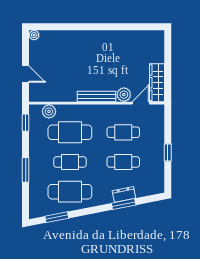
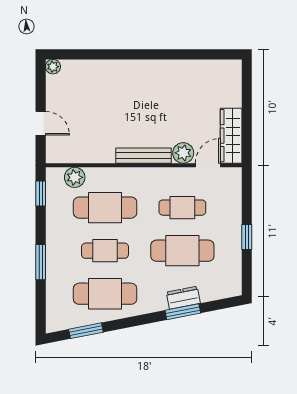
cafe table: (123, 162) -> (182, 251), width x1.37, depth x1.35

